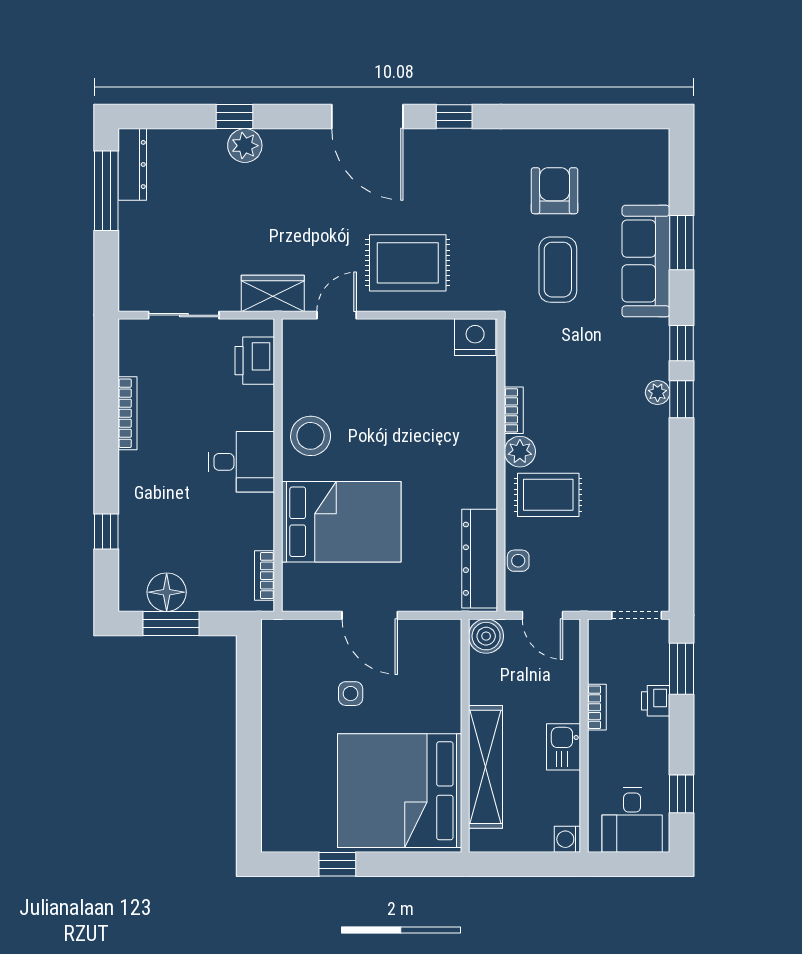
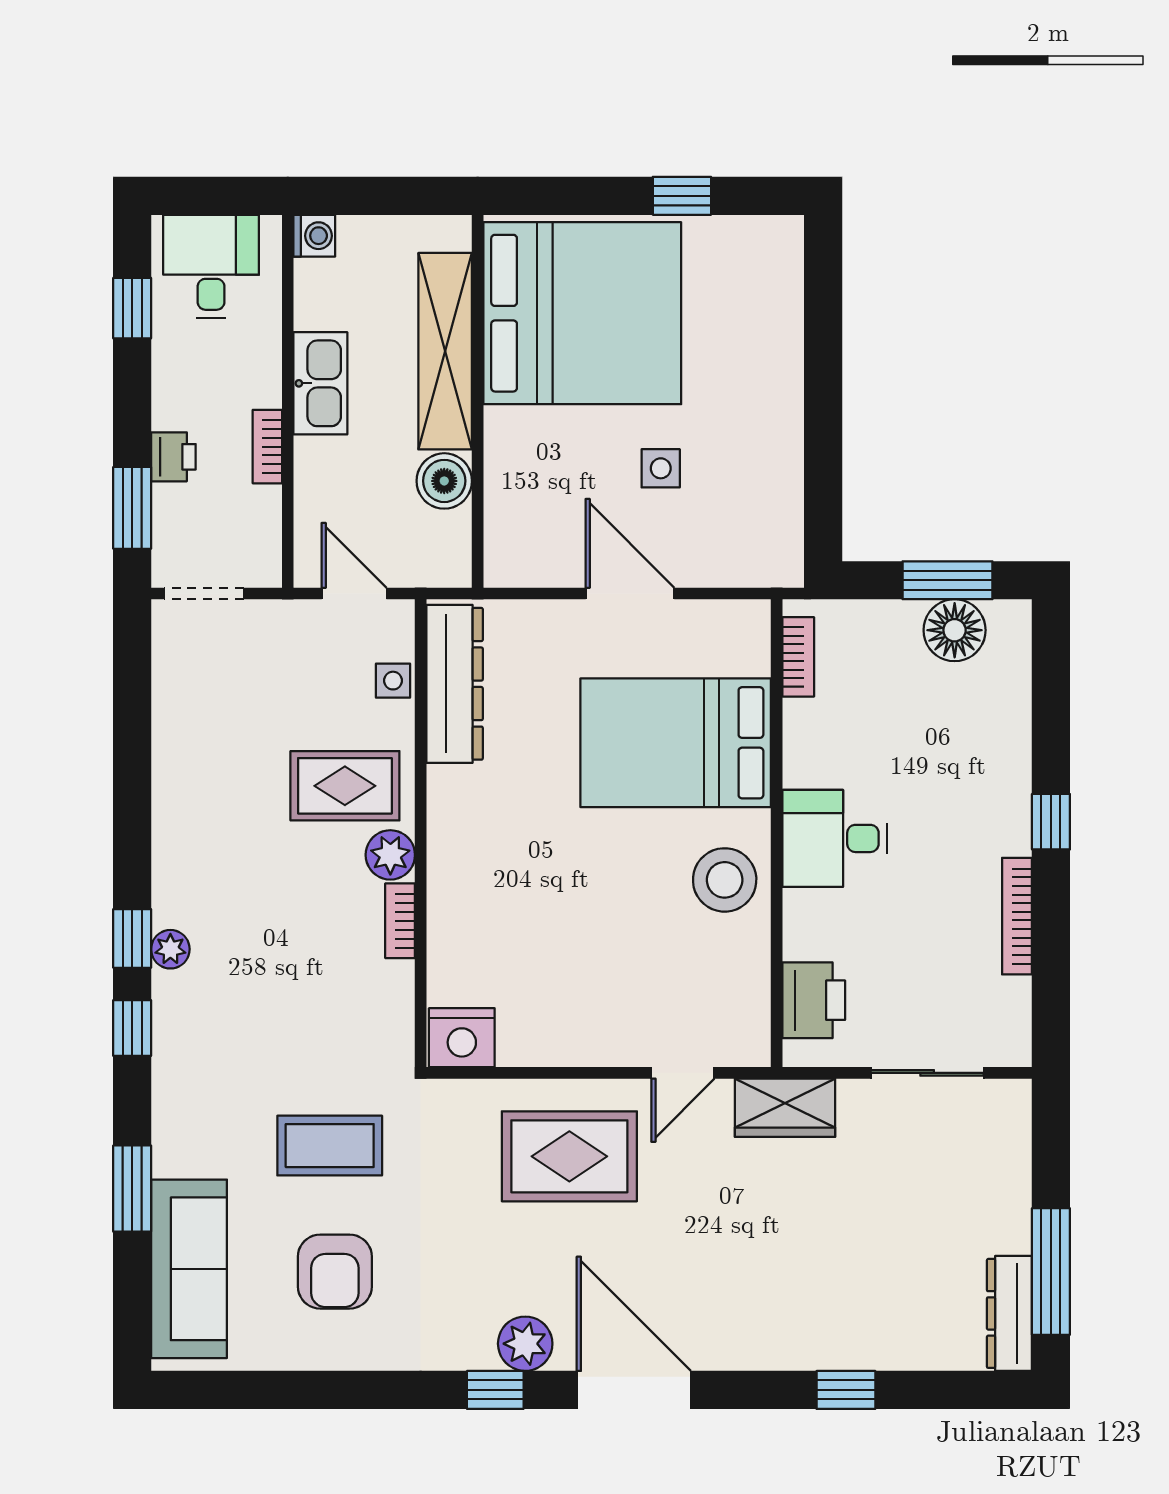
plant: (245, 146) -> (525, 1344), moved
sofa: (646, 261) -> (189, 1269), moved
coffee table: (558, 270) -> (330, 1146), turned 90
window: (106, 532) -> (1051, 822), moved
boiler: (486, 636) -> (444, 481), moved
kitchen sink: (564, 747) -> (320, 383), width x1.38

